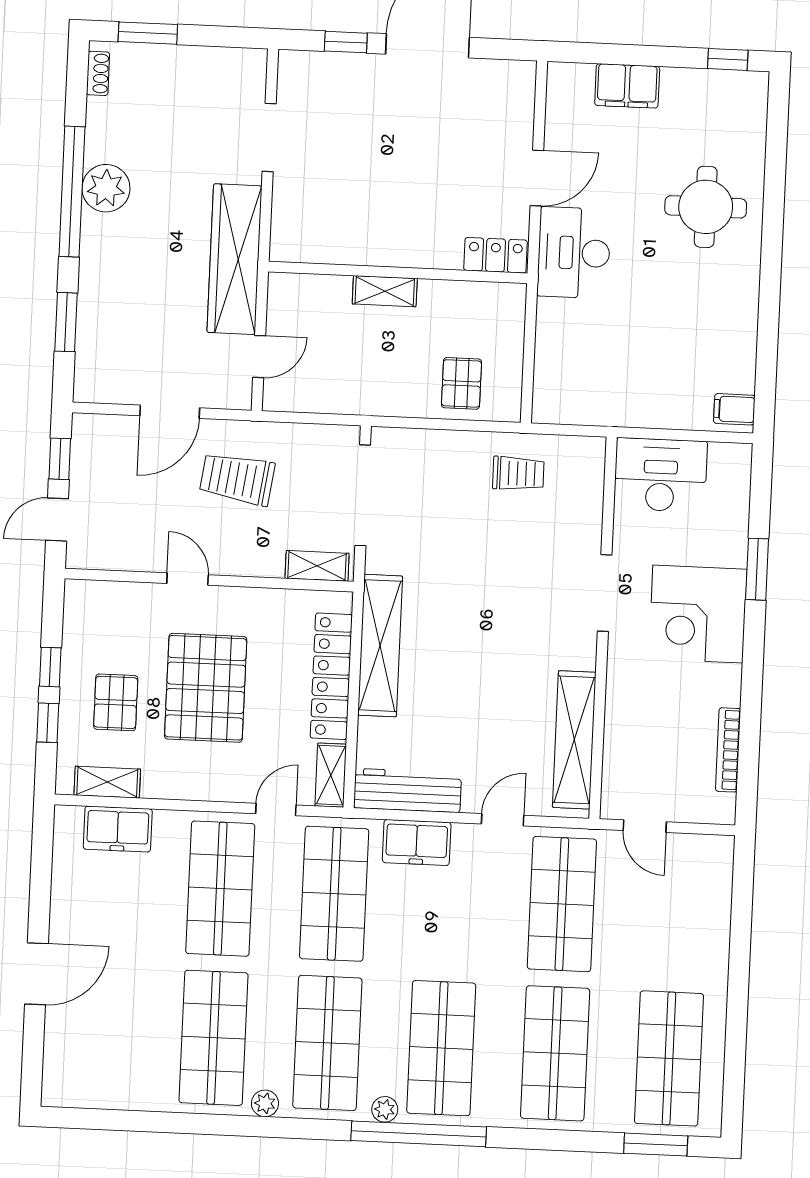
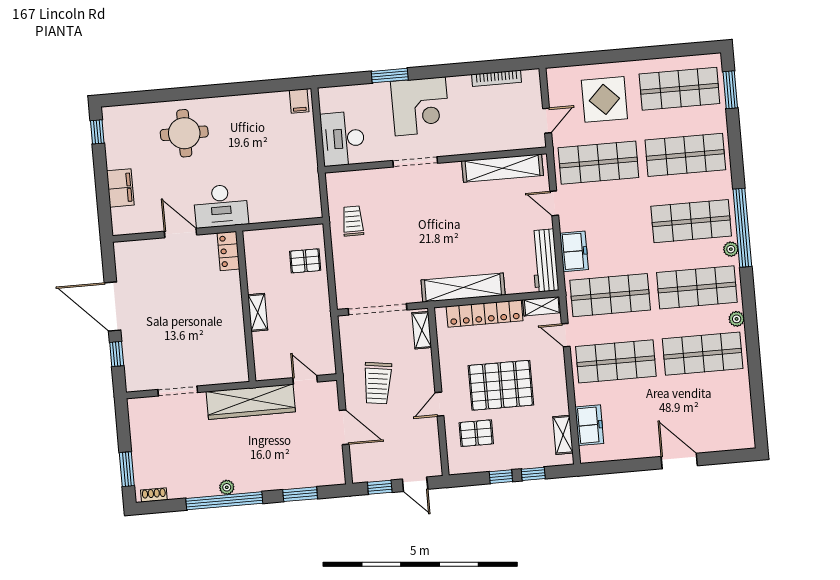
plant: (106, 188) -> (227, 487), width x0.53, depth x0.53
pallet: (116, 702) -> (476, 433), moved
display table: (668, 929) -> (604, 99), added

